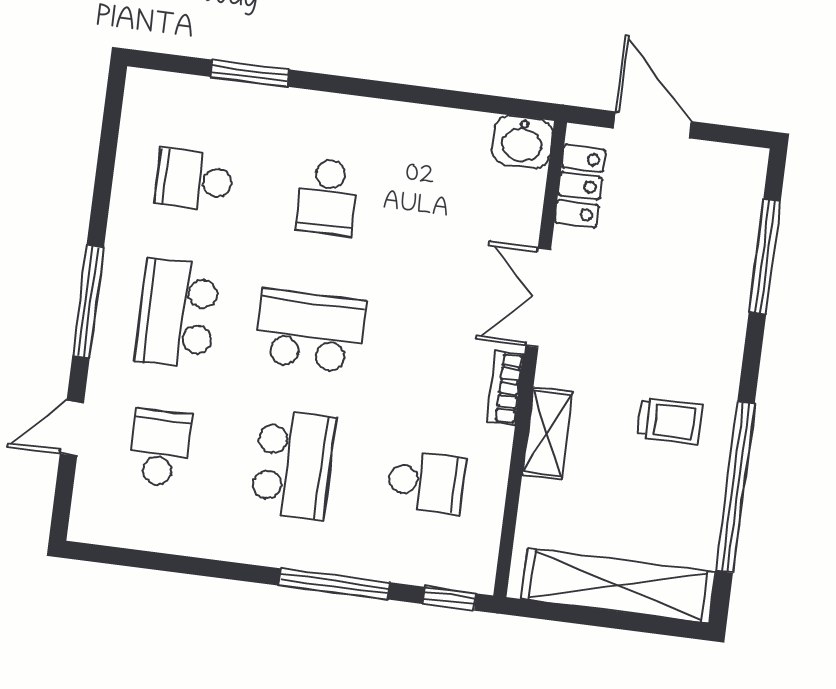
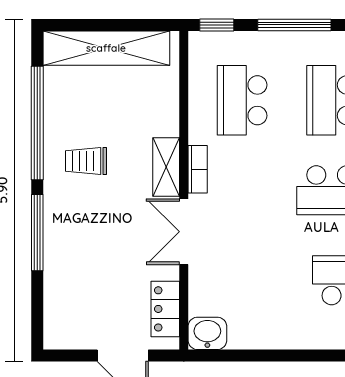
window: (765, 256) -> (37, 233), moved
double door: (538, 297) -> (184, 232), swing flipped
shelving: (547, 433) -> (166, 167), moved
school desk: (426, 482) -> (242, 100), width x1.85

